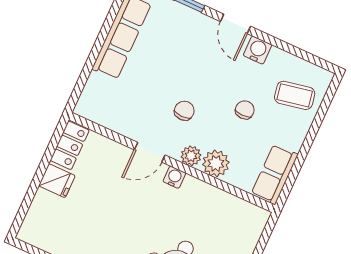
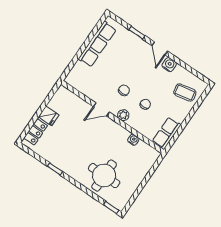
chair: (245, 110) -> (145, 104), moved
locker: (70, 145) -> (36, 132), moved
plant: (216, 163) -> (136, 122), removed
water cooler: (174, 177) -> (133, 140), moved

